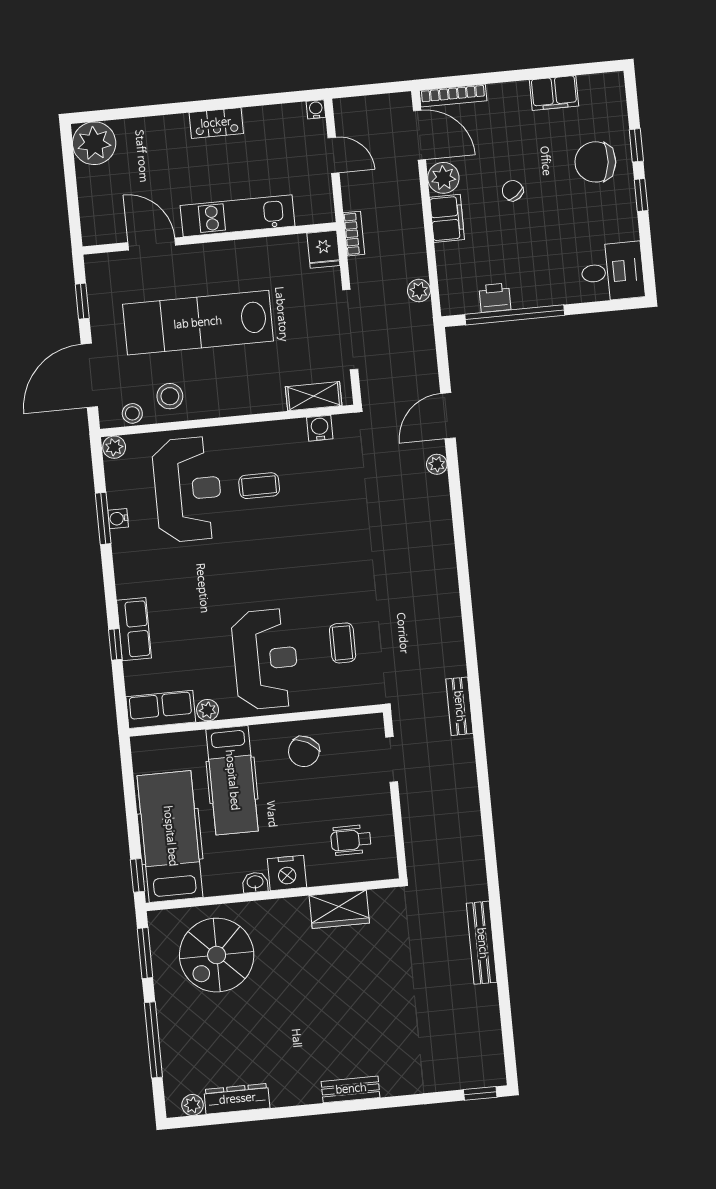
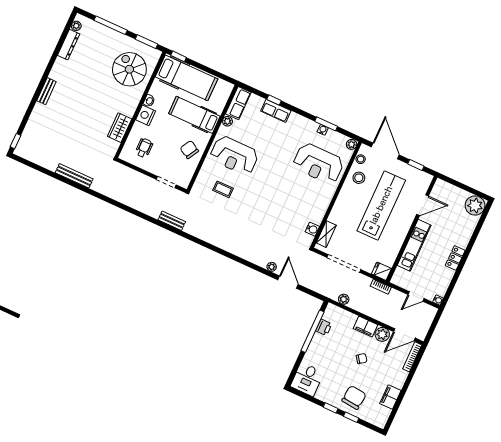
coffee table: (259, 486) -> (304, 192), removed

